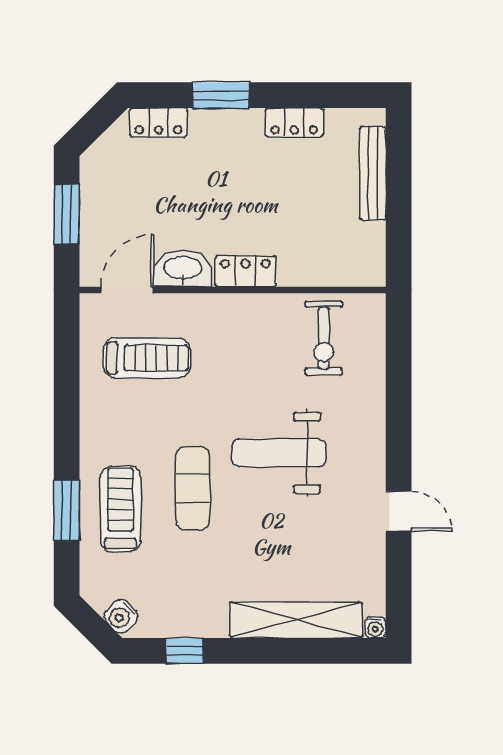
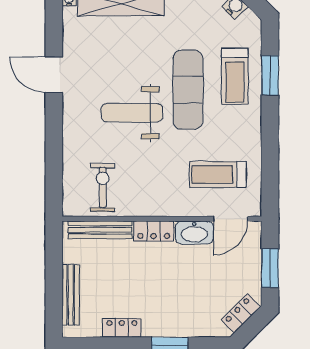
locker: (158, 123) -> (241, 313), moved, turned -45
bench: (328, 273) -> (100, 230), added
weight bench: (279, 453) -> (132, 113), turned 180
exercise mat: (193, 488) -> (188, 90), width x1.36, depth x1.45
door: (399, 511) -> (54, 75), width x1.38

